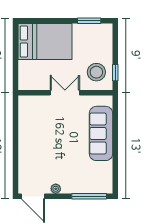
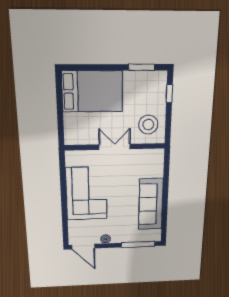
window: (115, 73) -> (169, 94), moved
sofa: (101, 133) -> (151, 204), moved
corner sofa: (38, 139) -> (86, 194), added

